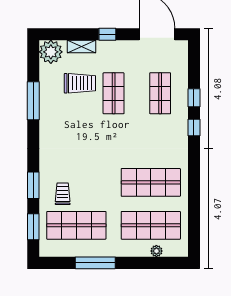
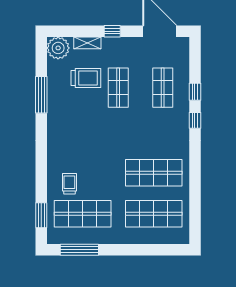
window: (33, 185) -> (41, 175), removed
plant: (156, 251) -> (159, 238), removed
window: (95, 263) -> (79, 250), moved

